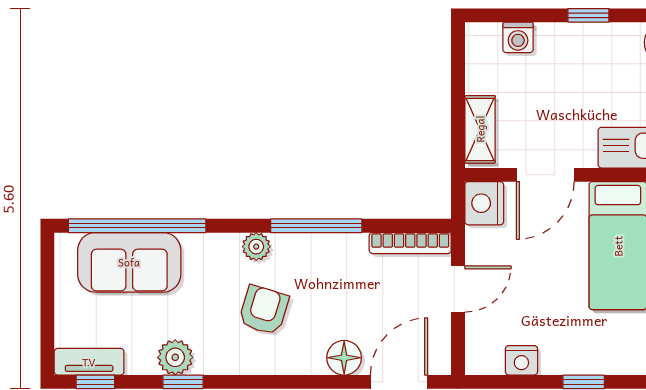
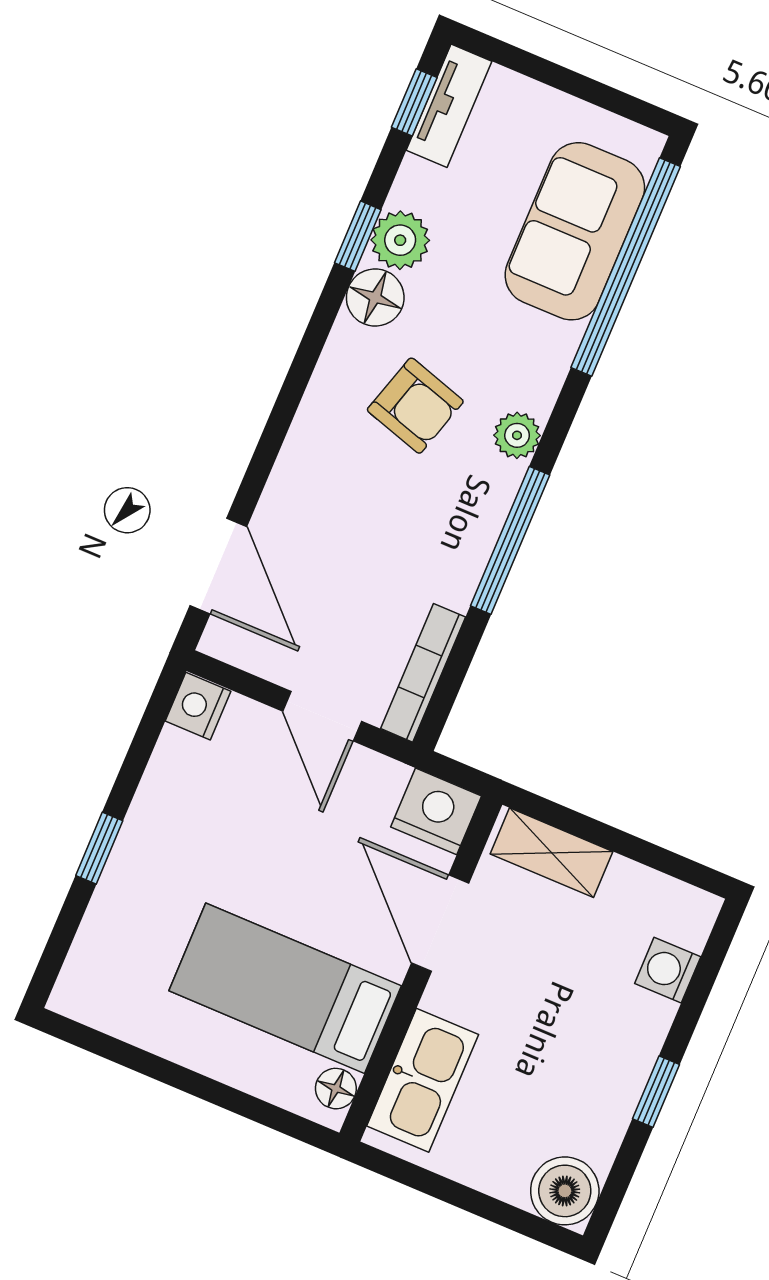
floor lamp: (344, 358) -> (375, 298), moved
nightstand: (521, 360) -> (198, 706), moved

